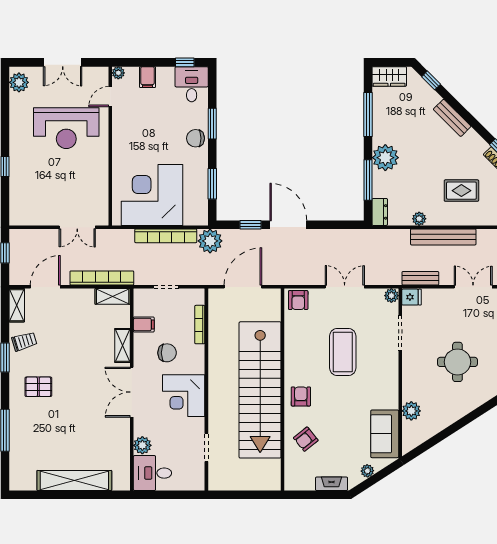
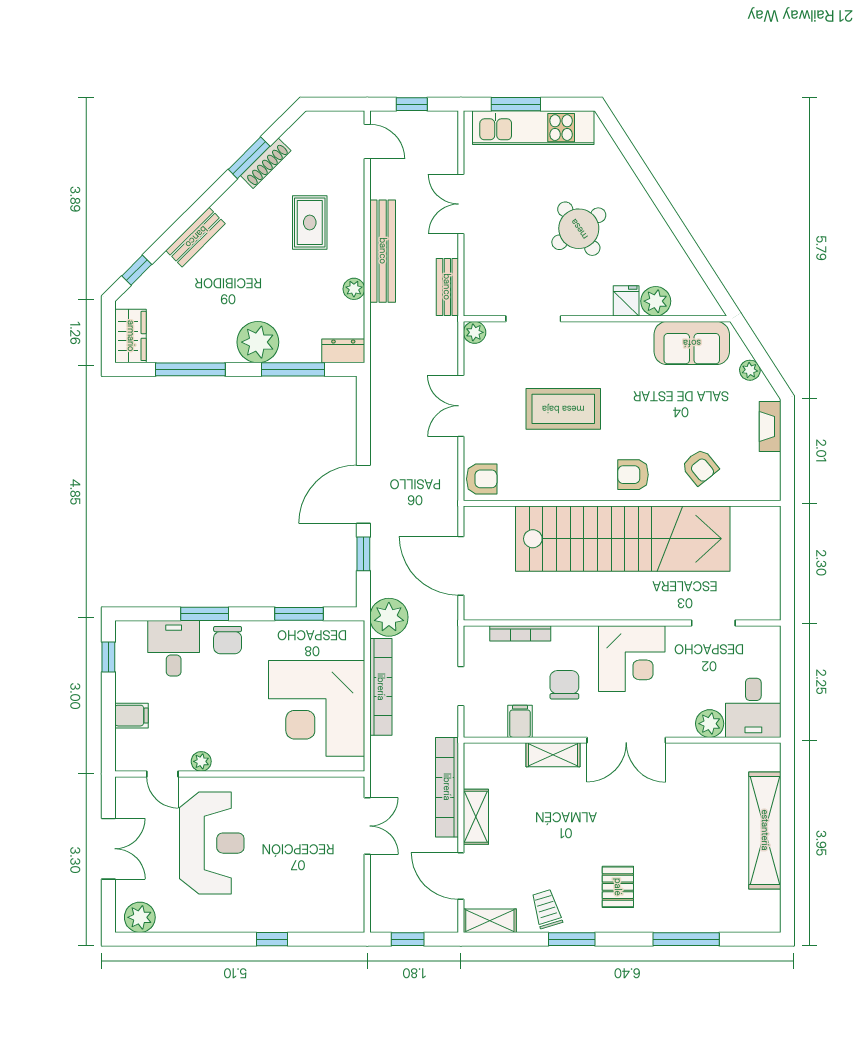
plant: (118, 73) -> (201, 761), moved
desk: (192, 84) -> (174, 648), moved, turned 90
shelving: (113, 296) -> (476, 817), moved
fridge: (412, 297) -> (626, 301), moved
round table: (457, 362) -> (579, 229), turned -35

